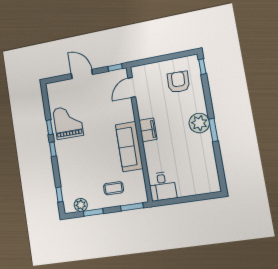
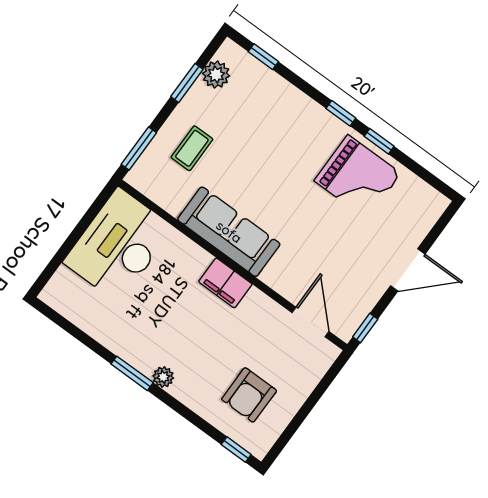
armchair: (178, 82) -> (249, 395), turned 88
plant: (199, 123) -> (163, 377), width x0.53, depth x0.53
desk: (162, 186) -> (118, 245), width x1.87, depth x1.30

